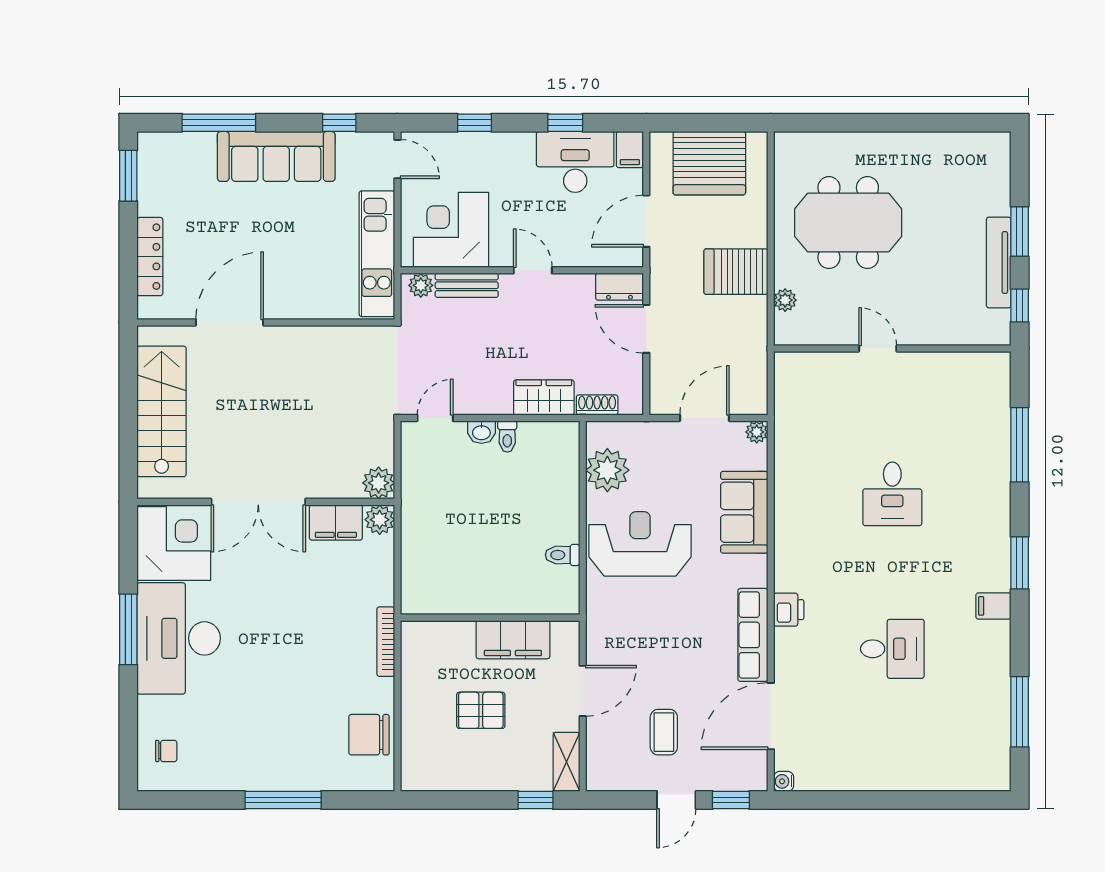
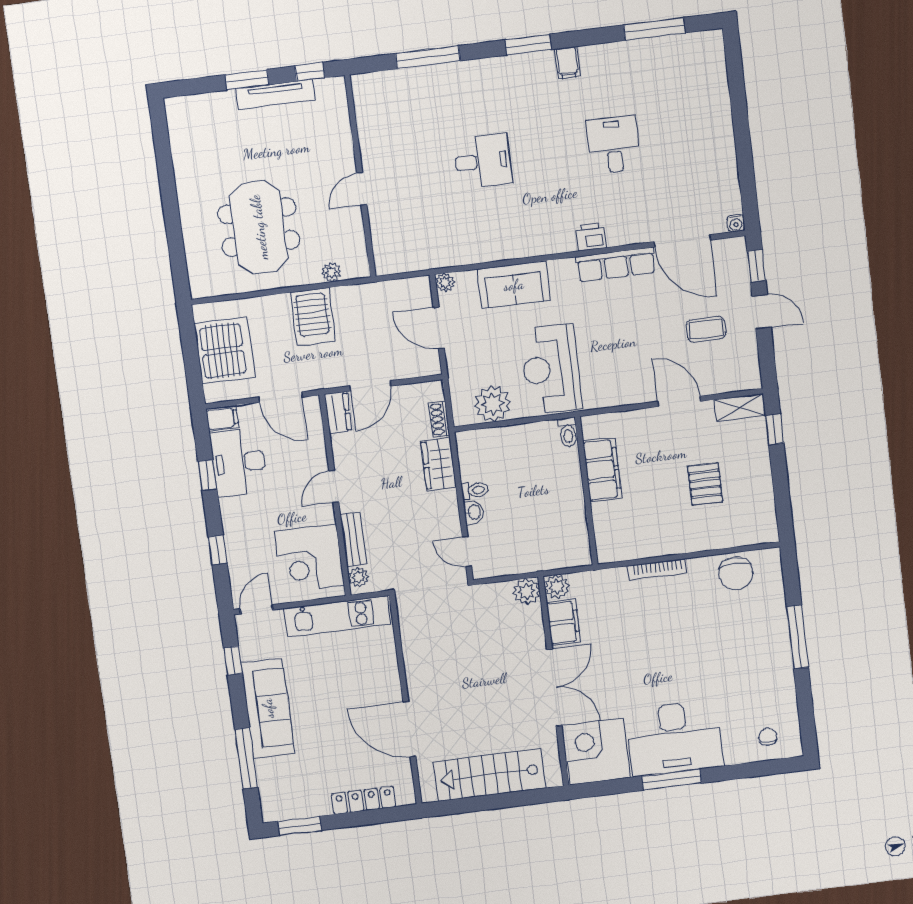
wall: (490, 618) -> (586, 491), moved
filing cabinet: (513, 640) -> (602, 470), moved

